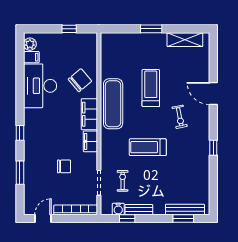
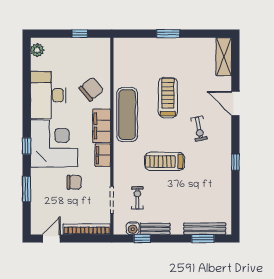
shelving: (185, 40) -> (224, 57), moved, turned 90
filing cabinet: (31, 57) -> (39, 64), removed
corner desk: (45, 131) -> (54, 143), added

